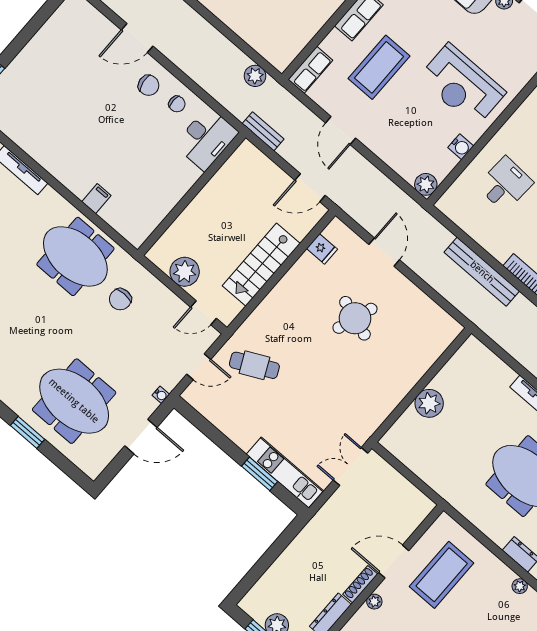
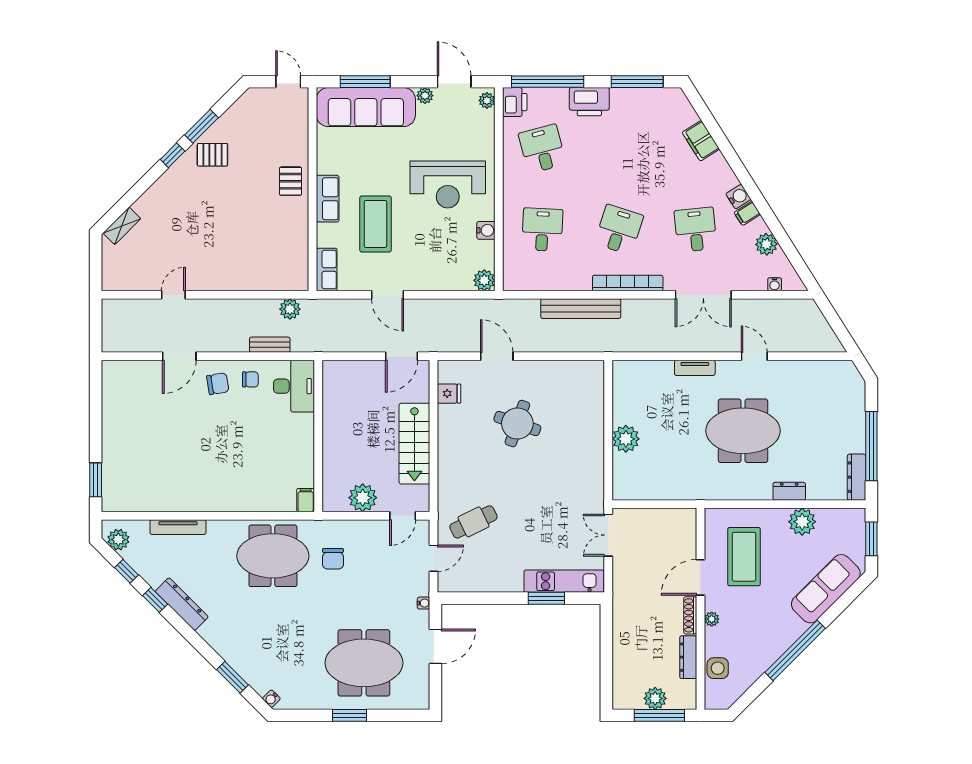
bench: (263, 131) -> (270, 345), moved
filing cabinet: (96, 199) -> (306, 500), moved
plant: (520, 586) -> (802, 522), width x1.88, depth x1.88

